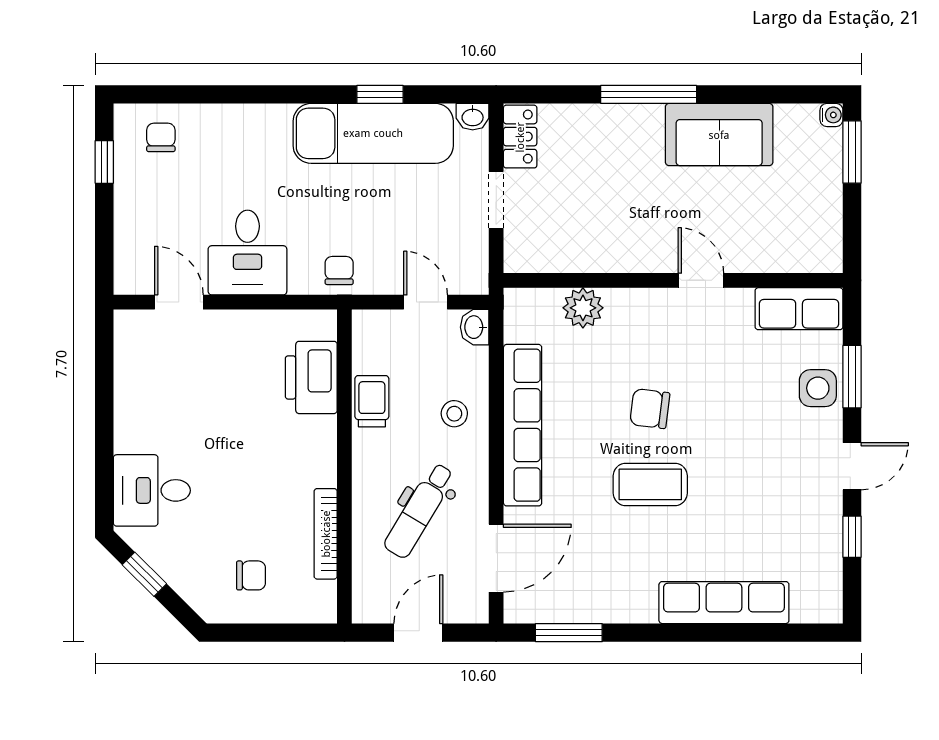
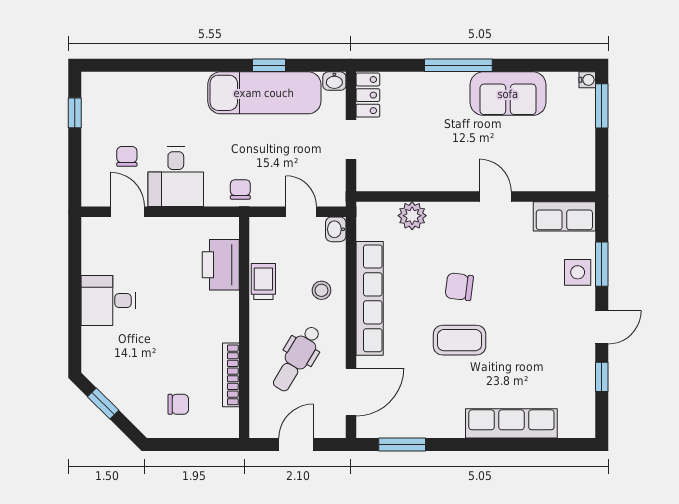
chair: (161, 137) -> (127, 156), moved
desk: (152, 490) -> (108, 301), moved

